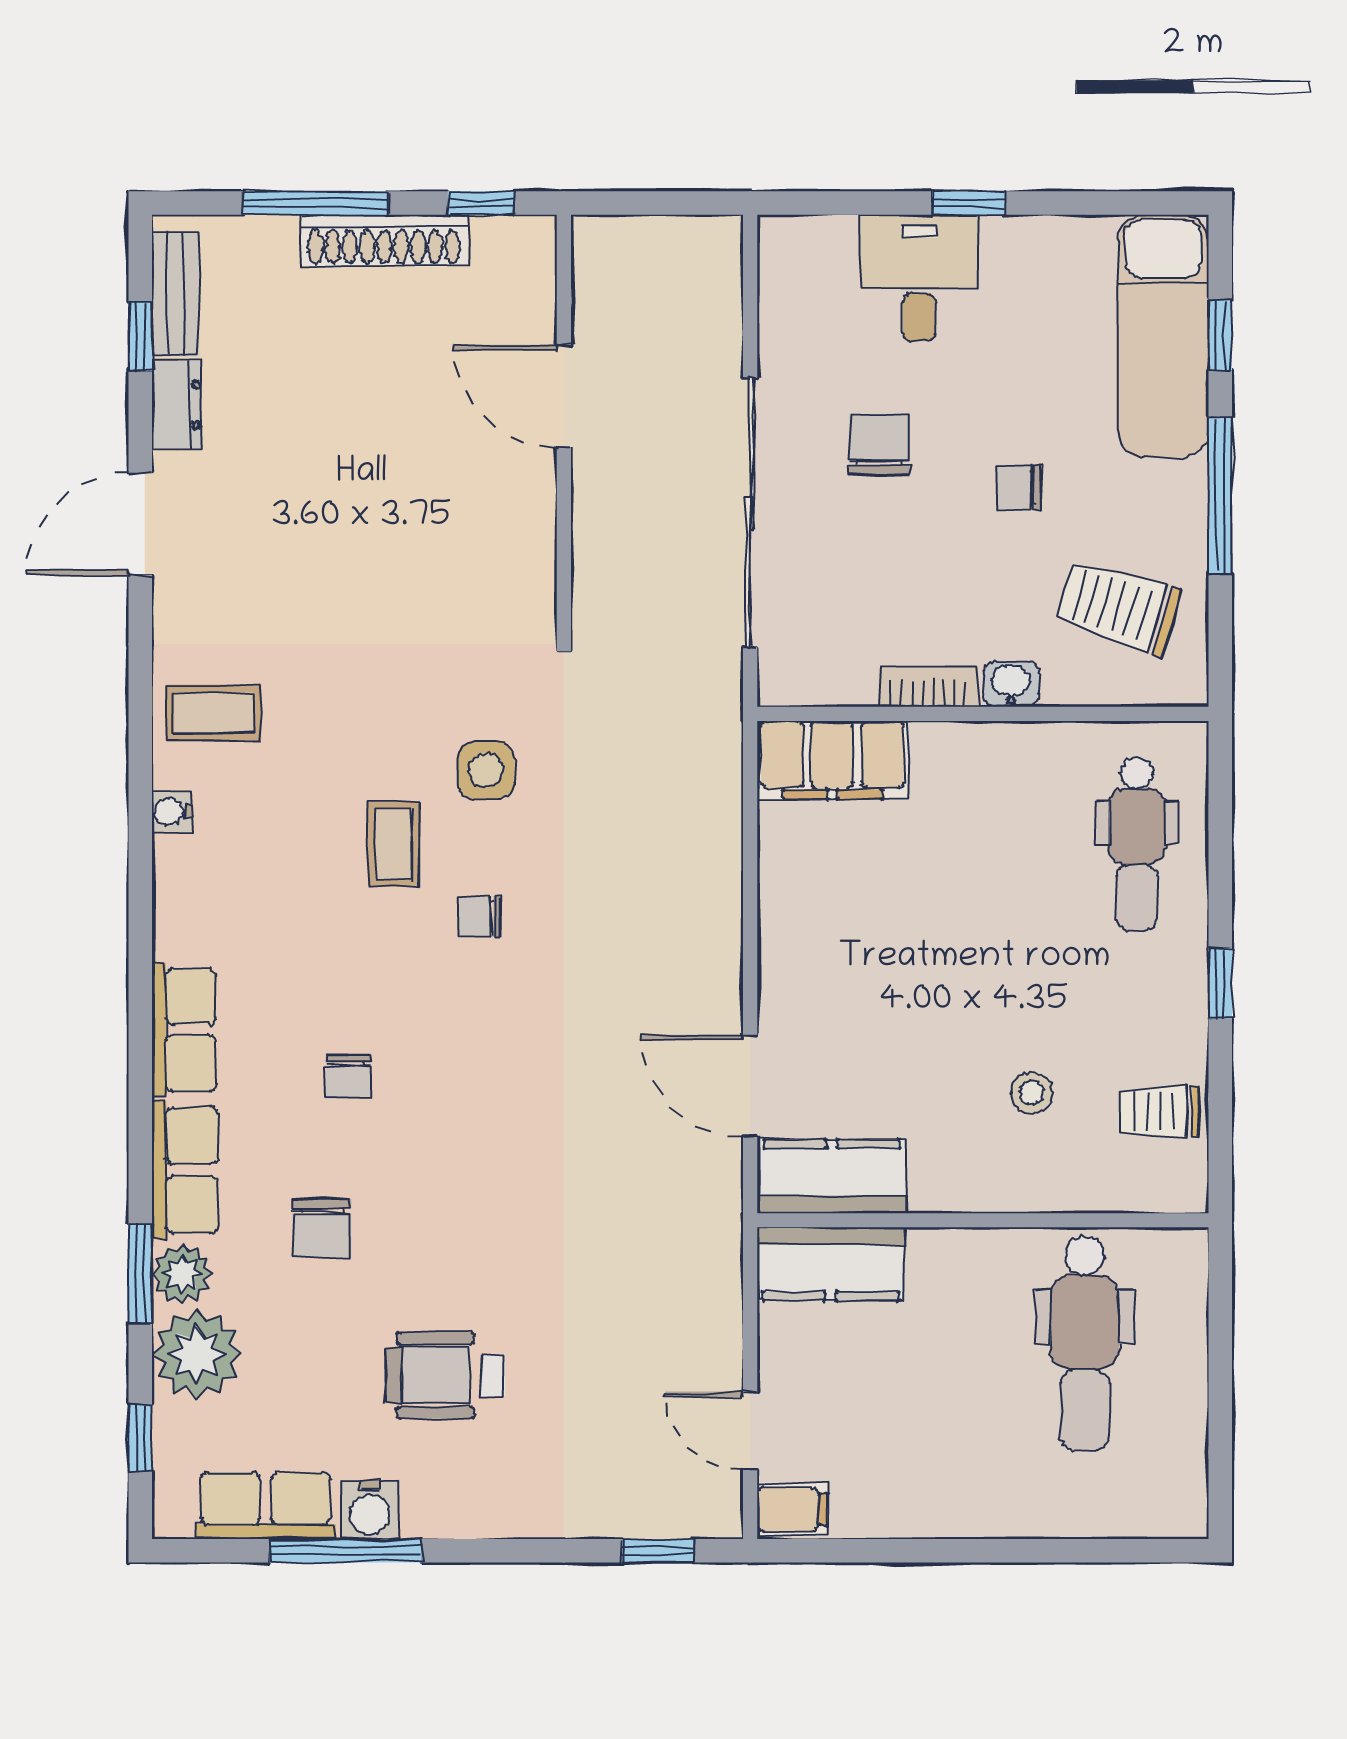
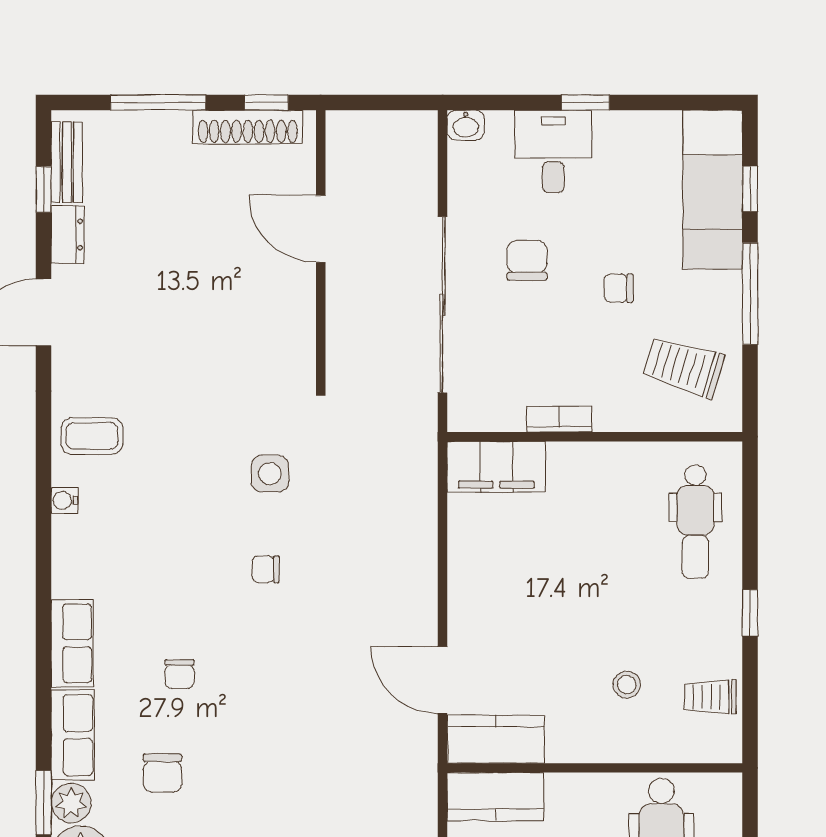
shoe rack: (384, 241) -> (248, 127), moved
washbasin: (1011, 684) -> (466, 125), moved, turned 180
coffee table: (394, 844) -> (209, 522), removed

